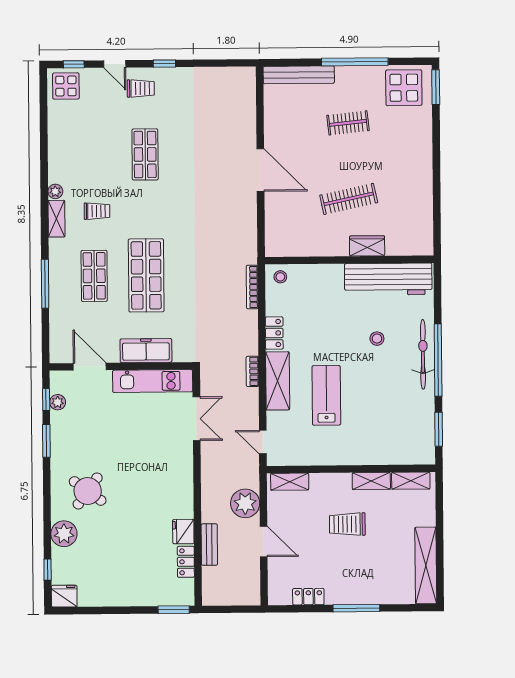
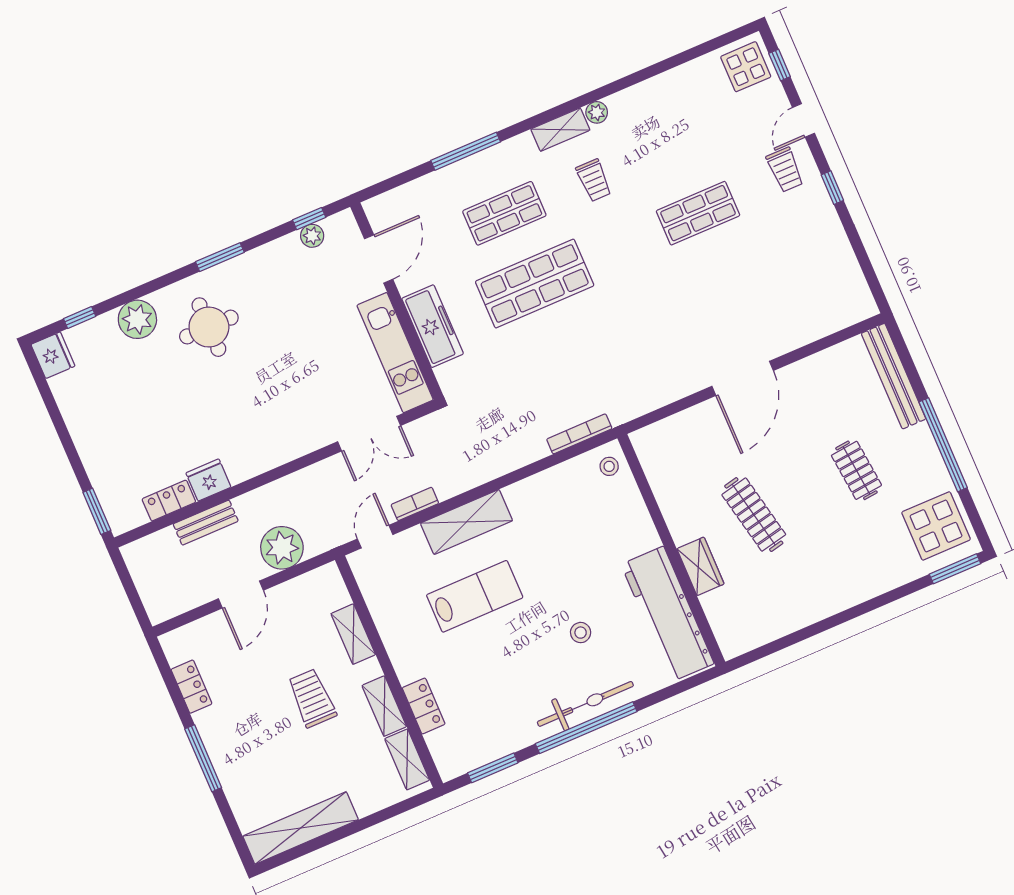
locker: (274, 333) -> (424, 706), moved, turned -90
bookcase: (252, 371) -> (415, 504), moved
window: (46, 441) -> (220, 257), moved
shelving: (290, 482) -> (353, 634), moved
round table: (88, 491) -> (209, 327), turned -36

